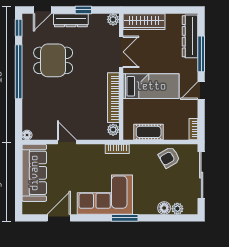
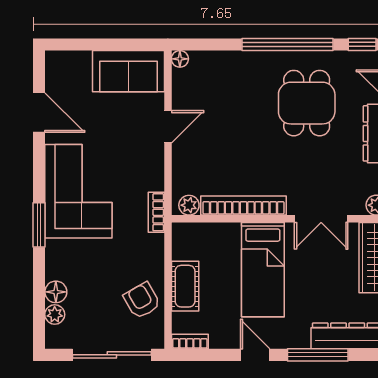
cot: (149, 132) -> (185, 286), moved
sofa: (34, 173) -> (129, 71), width x0.73

